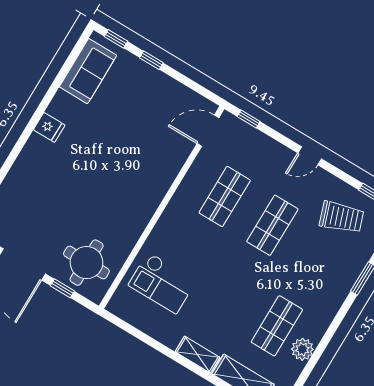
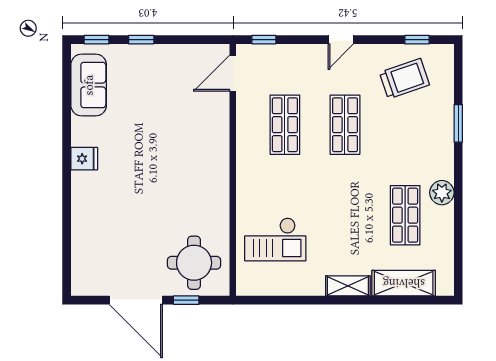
plant: (302, 349) -> (442, 193), moved

